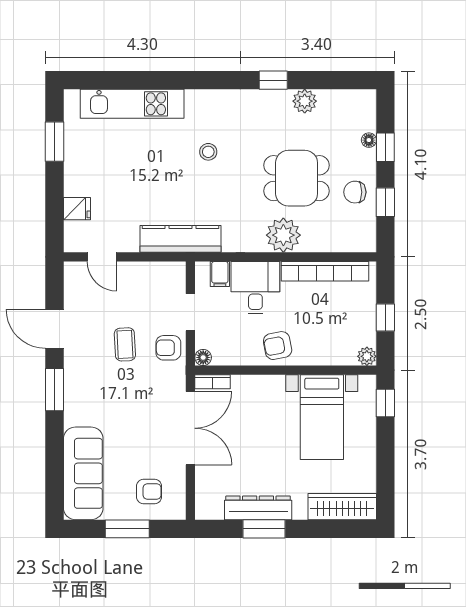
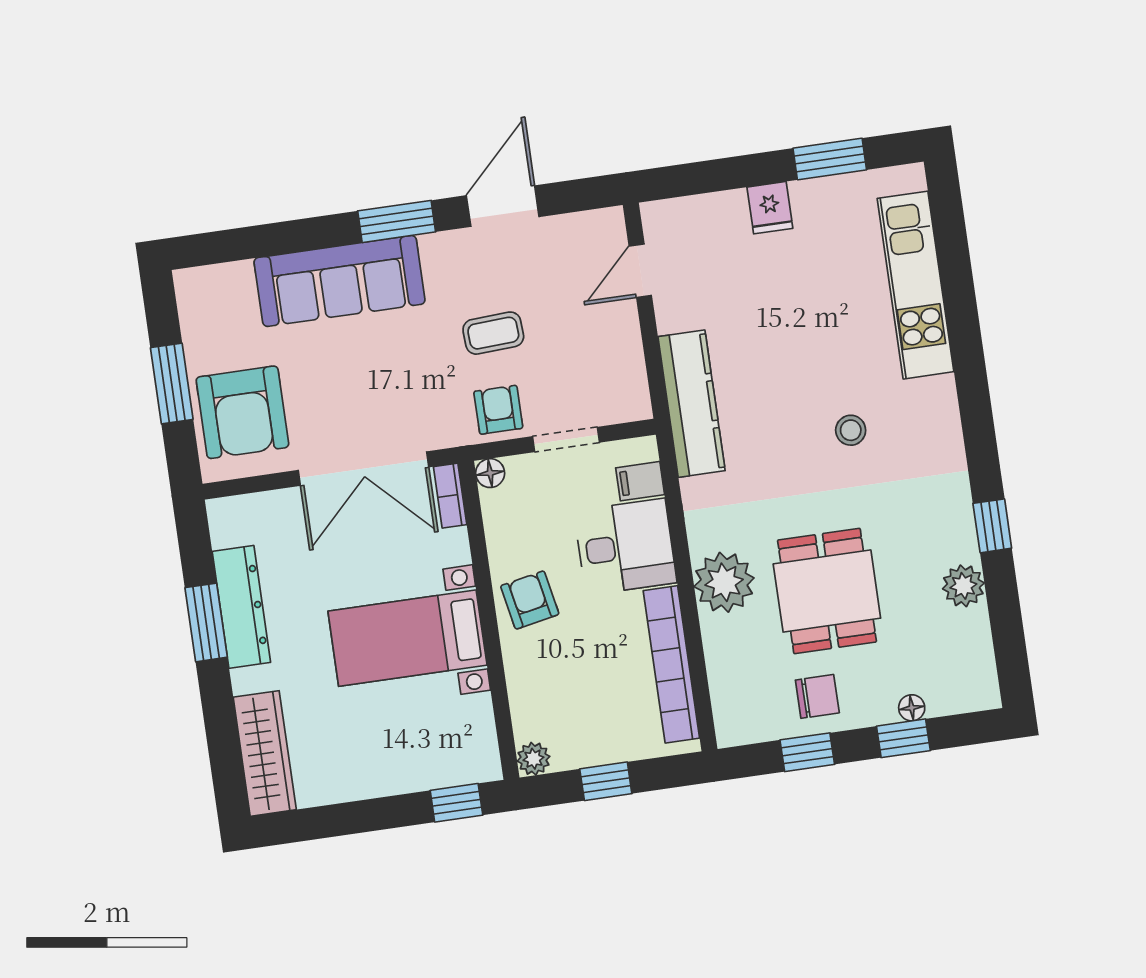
chair: (355, 192) -> (817, 696), turned 90
fridge: (77, 209) -> (770, 208), moved
bed with nightstands: (322, 417) -> (407, 638), moved
sofa: (83, 473) -> (340, 281), moved
armchair: (149, 491) -> (242, 412), width x1.88, depth x1.88

